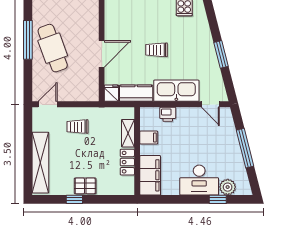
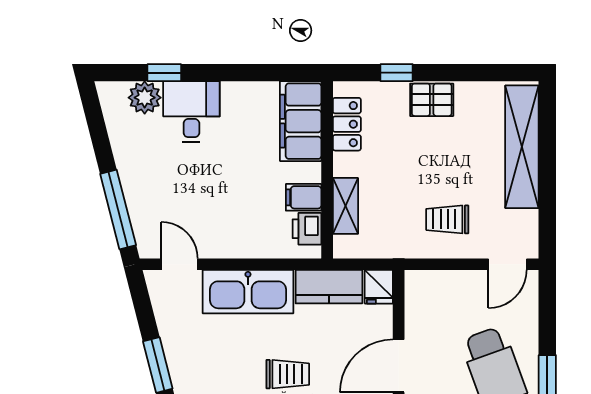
printer: (168, 114) -> (307, 229), moved, turned -90
trolley: (77, 127) -> (447, 219), turned 180
window: (245, 148) -> (118, 209), moved
locker: (127, 162) -> (347, 124), moved
desk: (199, 180) -> (191, 112), width x0.73
window: (74, 199) -> (397, 73), moved

